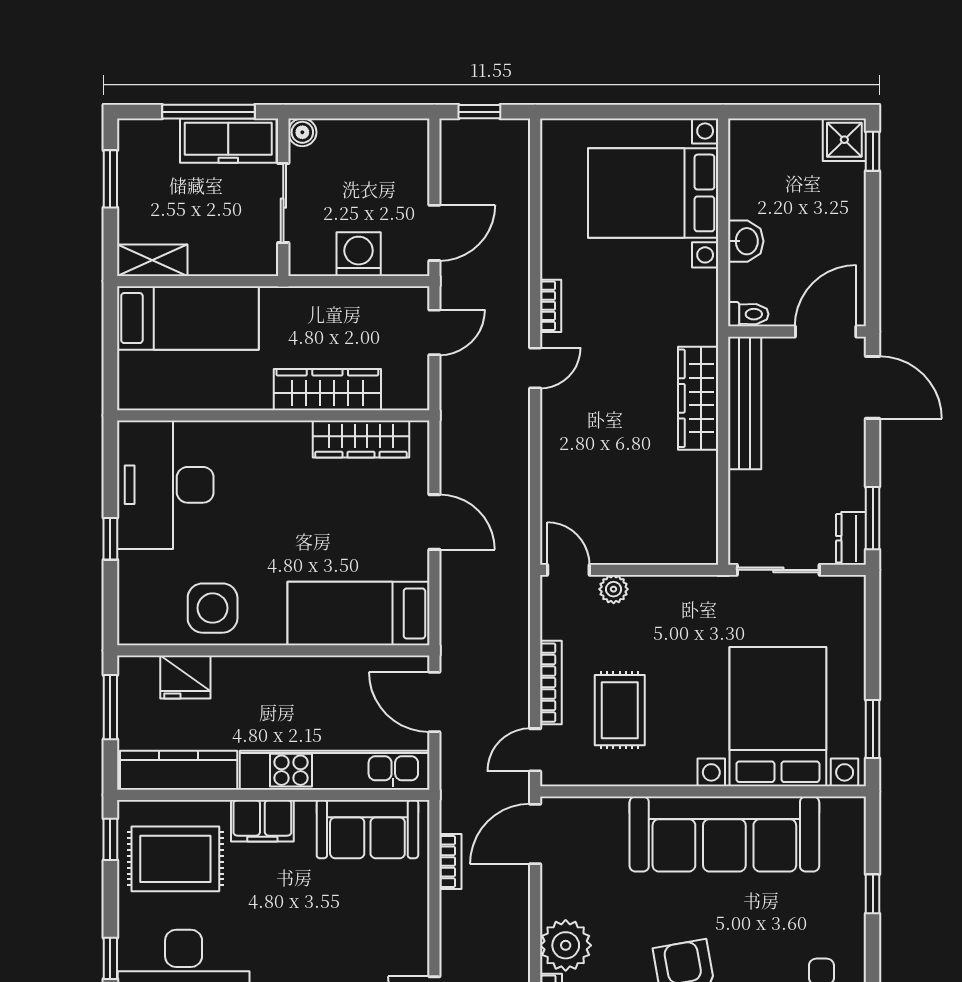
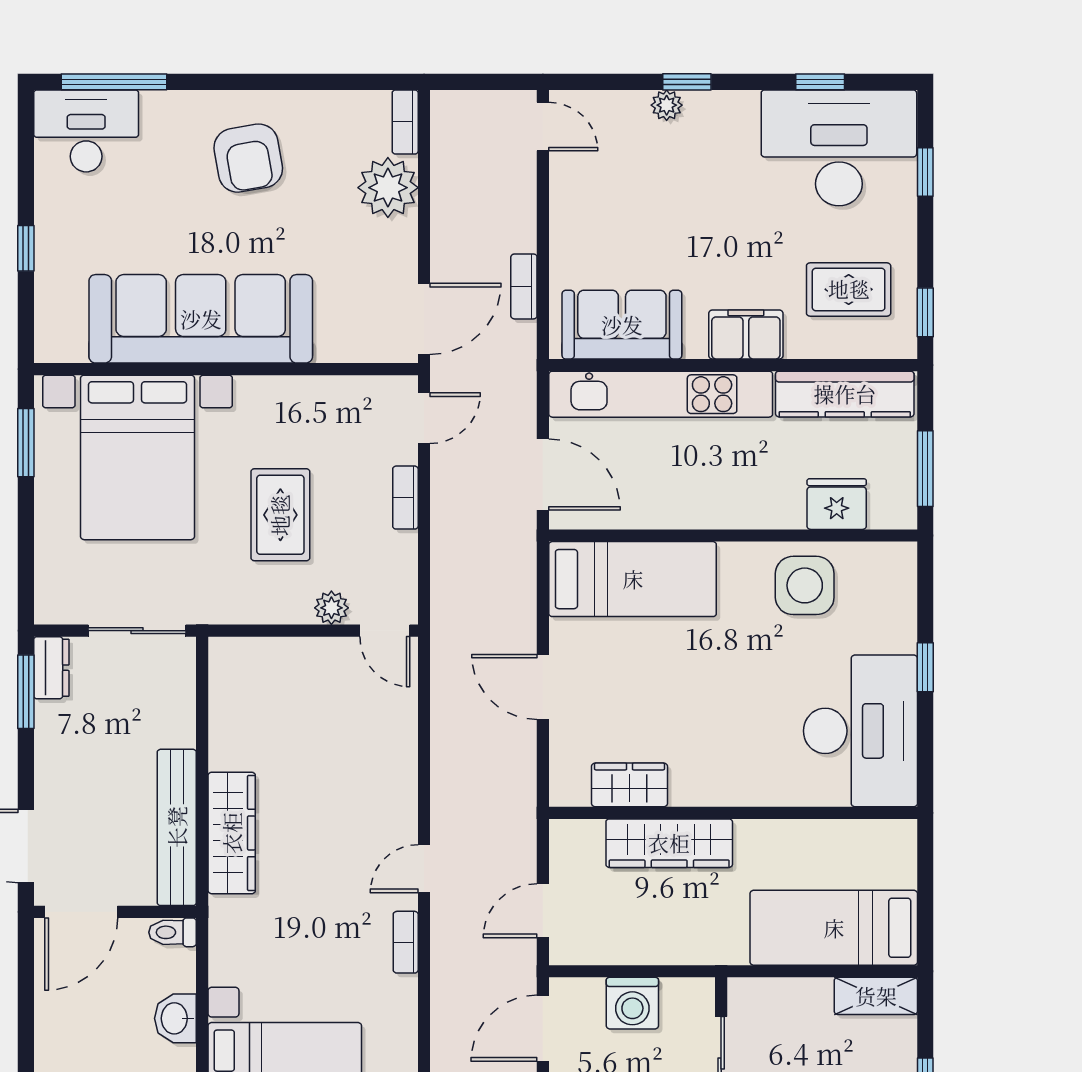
wardrobe: (361, 439) -> (629, 785), width x0.67
bookcase: (551, 683) -> (405, 498), width x0.64
rug: (620, 710) -> (280, 515), moved
rug: (175, 859) -> (849, 289), width x0.73, depth x0.70

